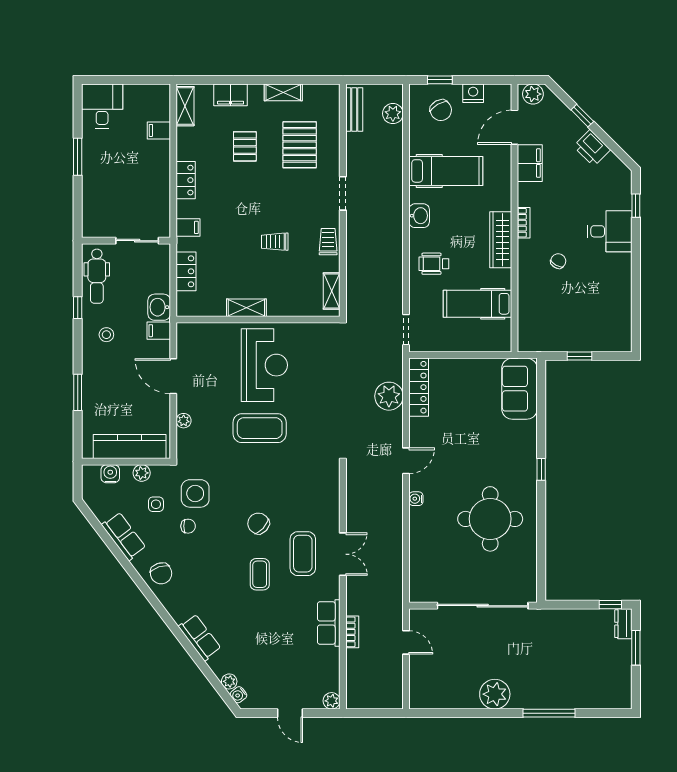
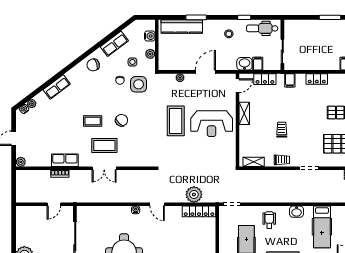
door: (198, 320) -> (237, 86), added
filing cabinet: (159, 331) -> (258, 64), moved
kitchen counter: (130, 447) -> (182, 27), moved, turned 90

